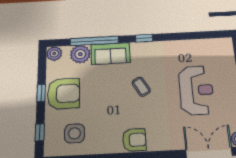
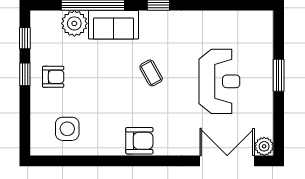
plant: (54, 54) -> (40, 21), removed
armchair: (63, 94) -> (53, 77), width x0.53, depth x0.53
window: (40, 132) -> (25, 38), moved

